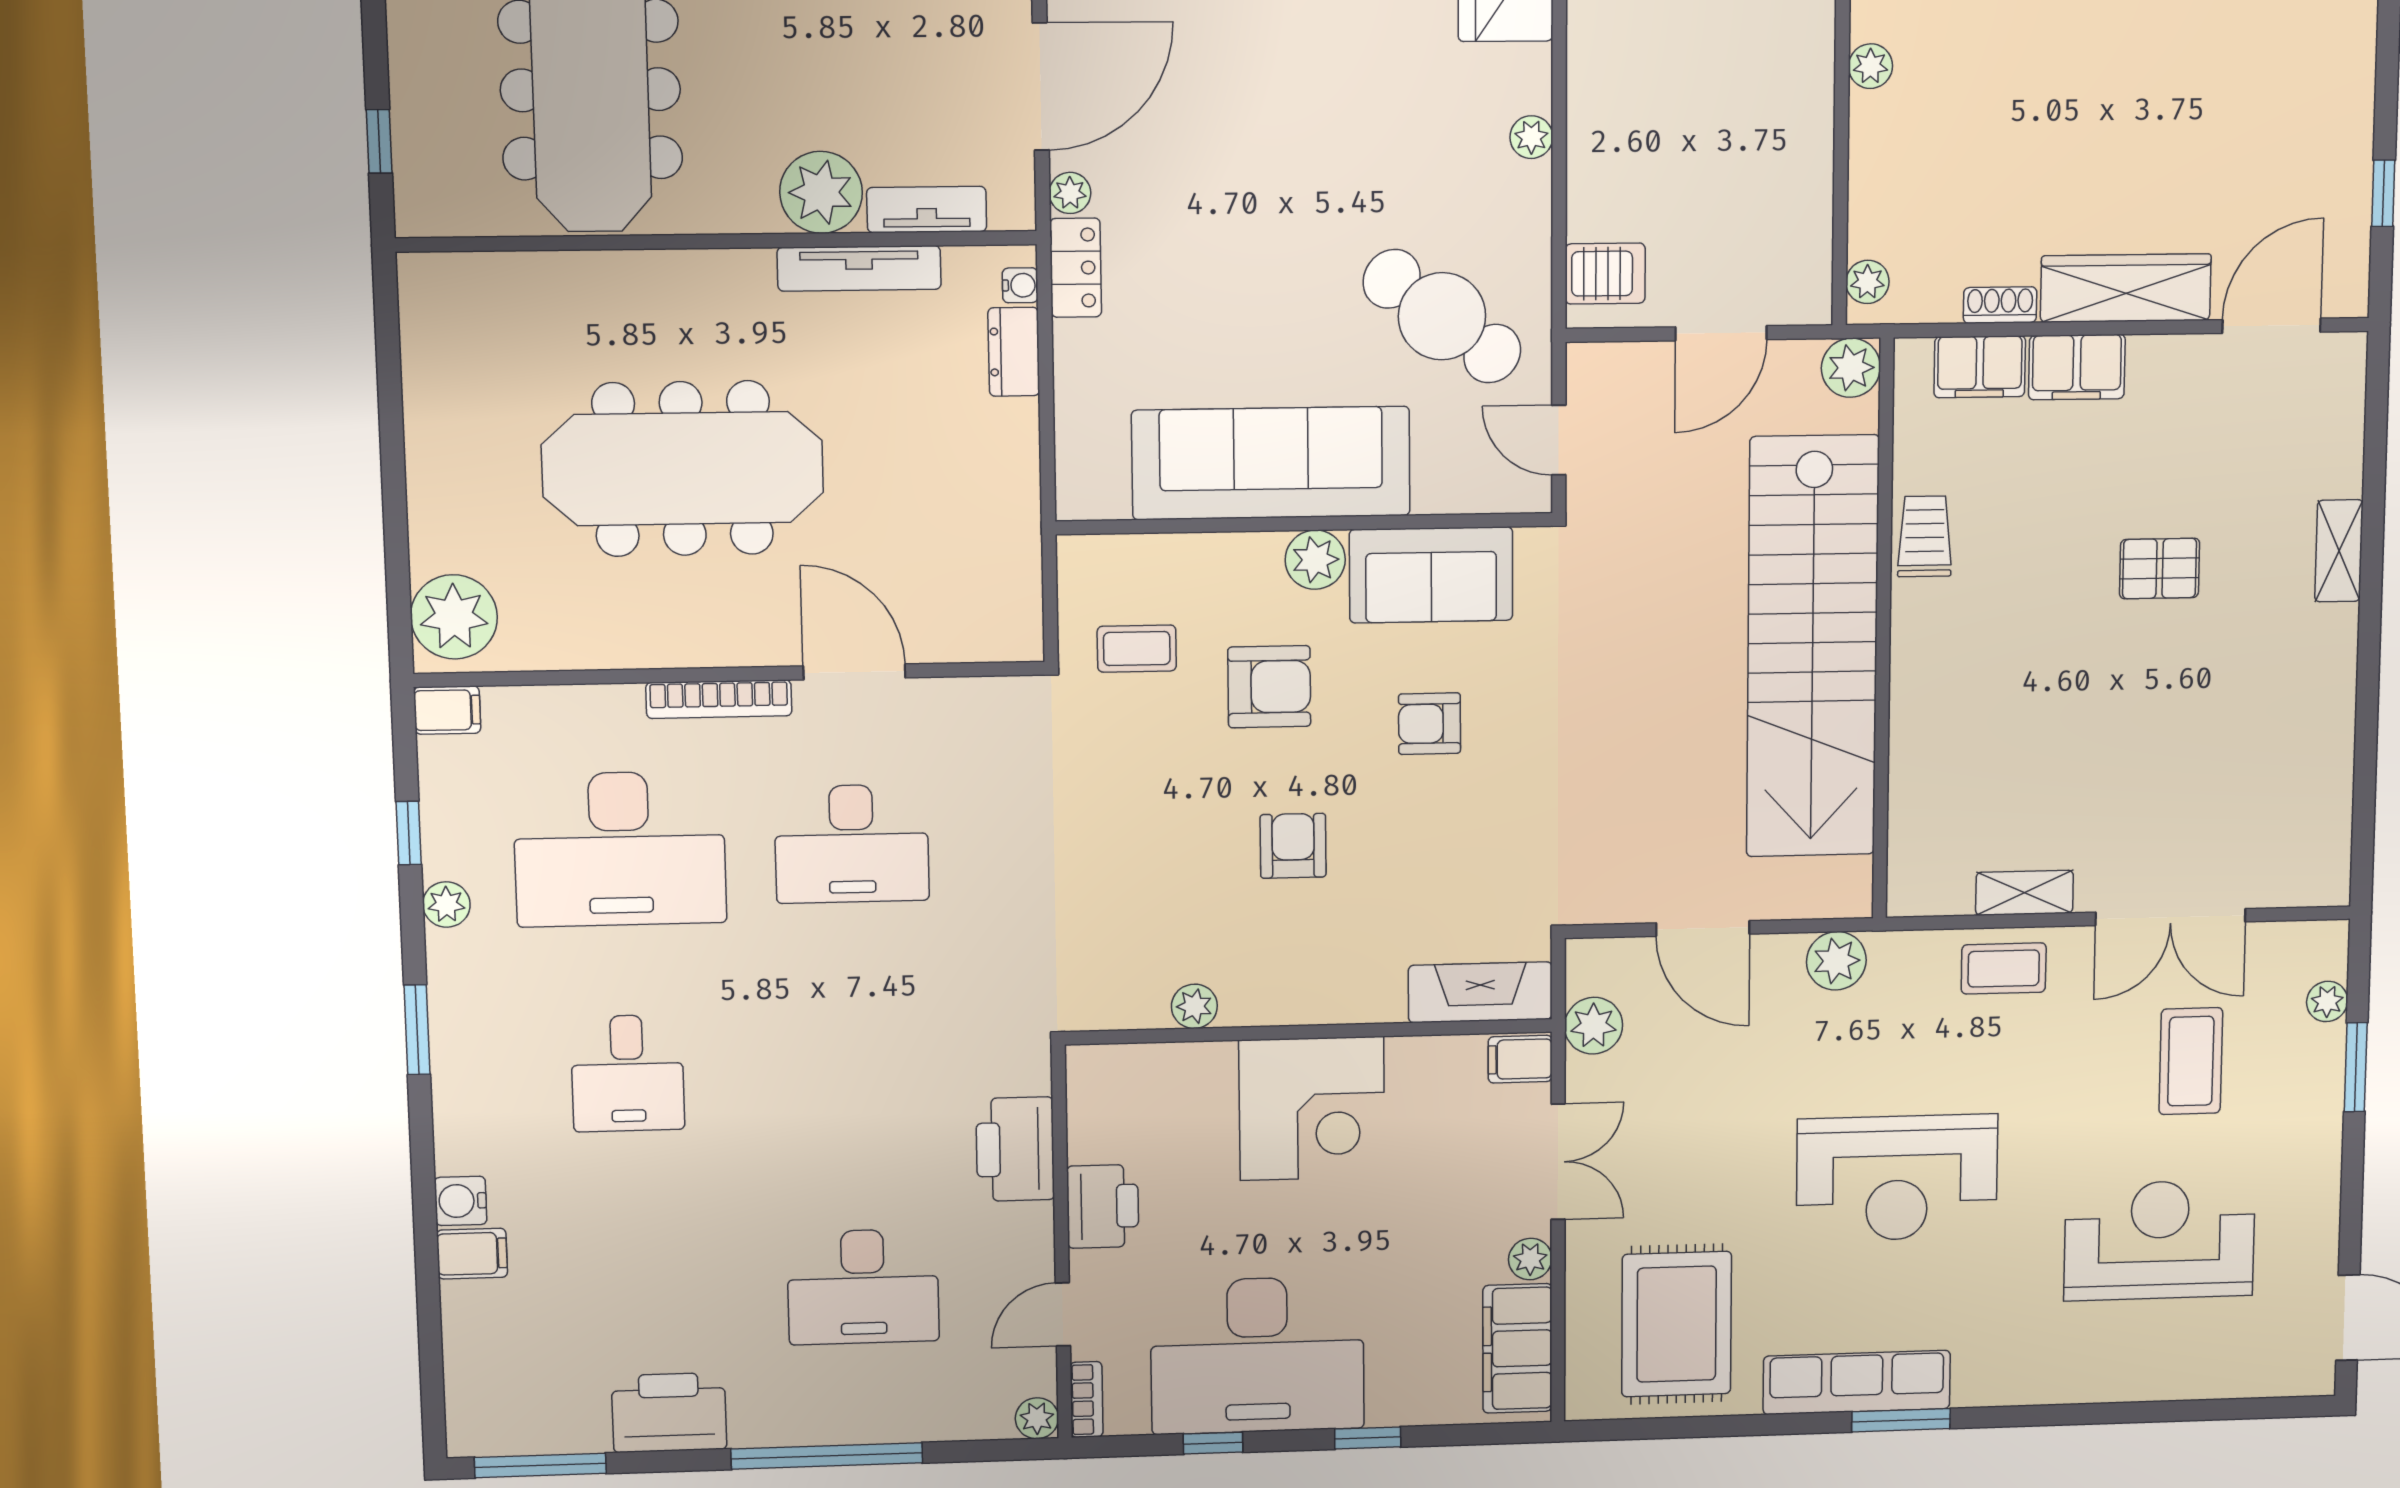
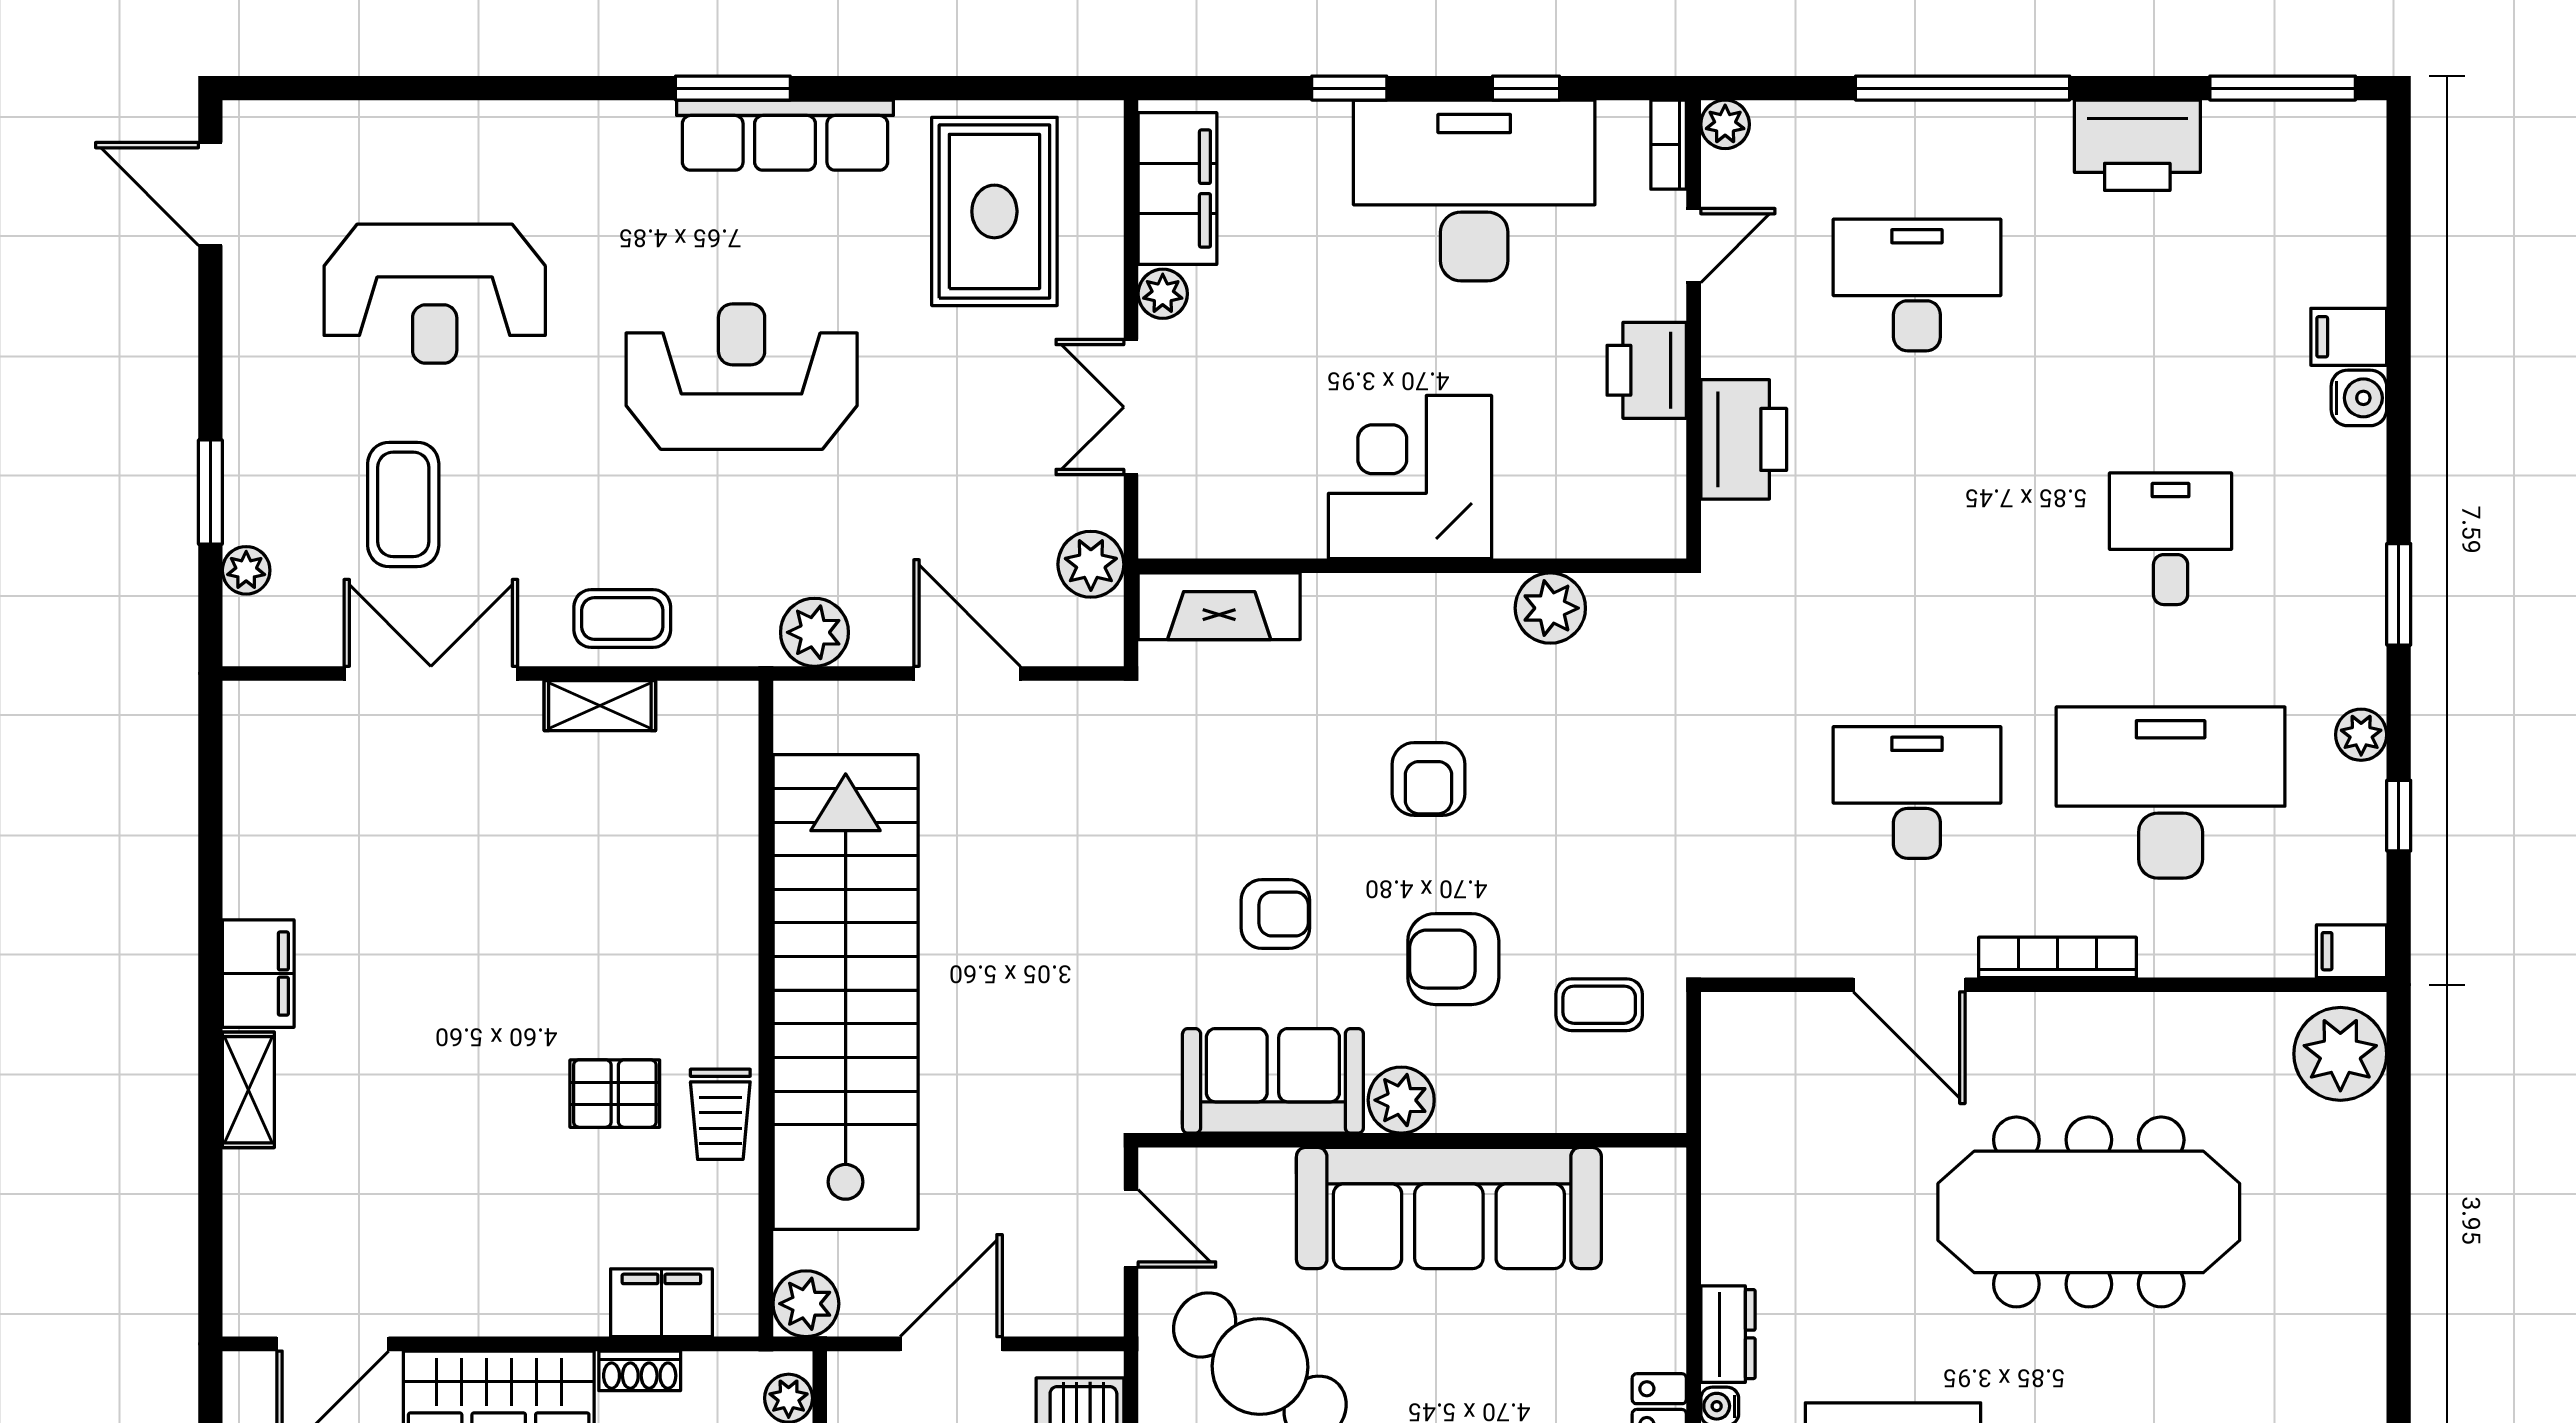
filing cabinet: (2077, 367) -> (258, 974), moved, turned 90
pallet: (2160, 569) -> (615, 1094), moved
plant: (1194, 1006) -> (1550, 608), width x1.38, depth x1.38
filing cabinet: (1520, 1059) -> (1174, 528), removed

